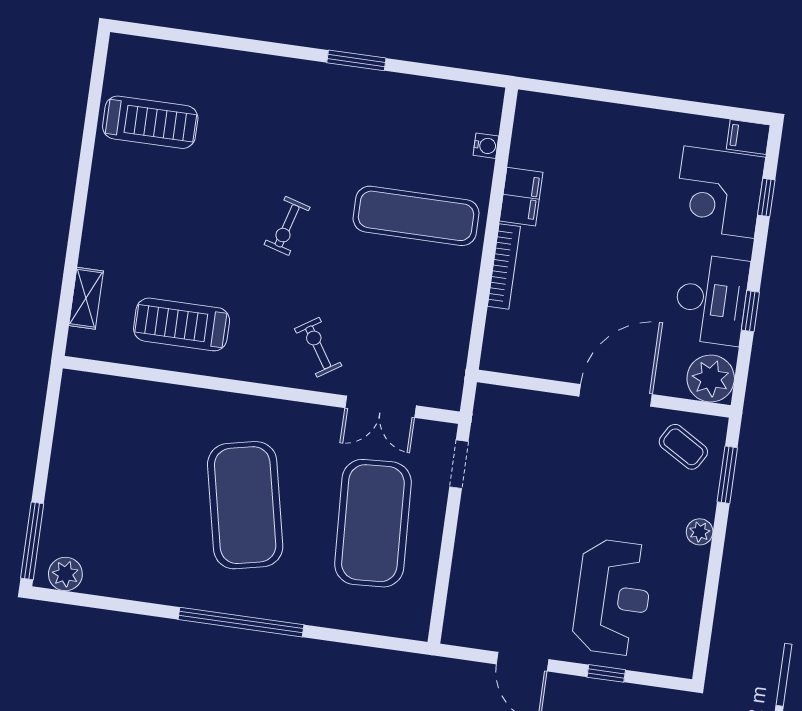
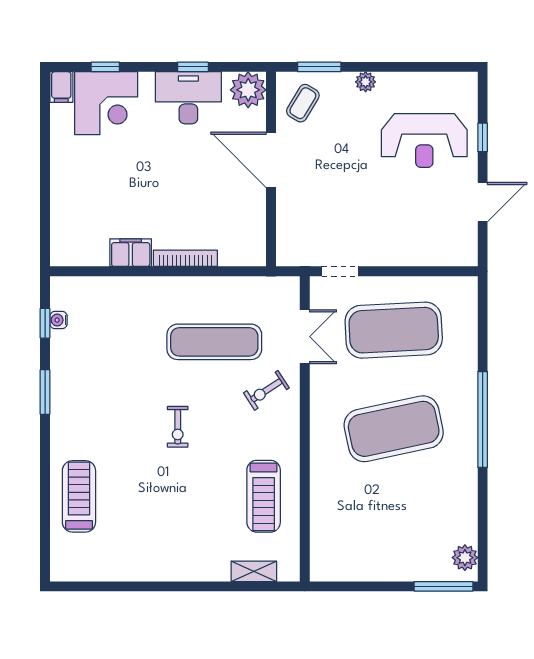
window: (445, 73) -> (45, 323), added
treadmill: (150, 122) -> (79, 496), moved
water cooler: (486, 146) -> (58, 320), moved, turned -90
exercise mat: (416, 216) -> (214, 342), moved, turned 90
exercise bike: (287, 226) -> (178, 427), turned 74
reception desk: (613, 597) -> (424, 141), turned 180

